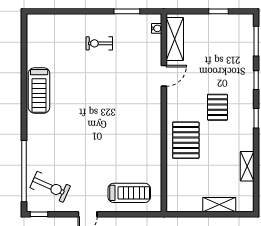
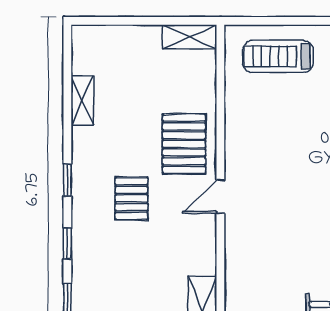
door: (164, 76) -> (220, 196), moved
shelving: (219, 205) -> (189, 37), moved

